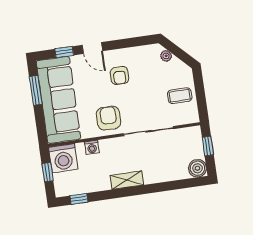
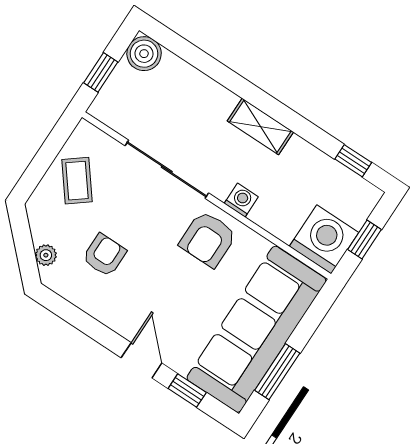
armchair: (119, 76) -> (104, 255), moved
coffee table: (180, 96) -> (77, 181), turned 52
washing machine: (92, 147) -> (241, 200), moved

